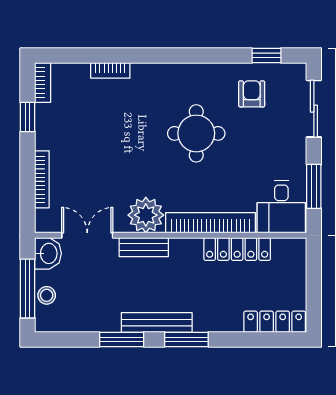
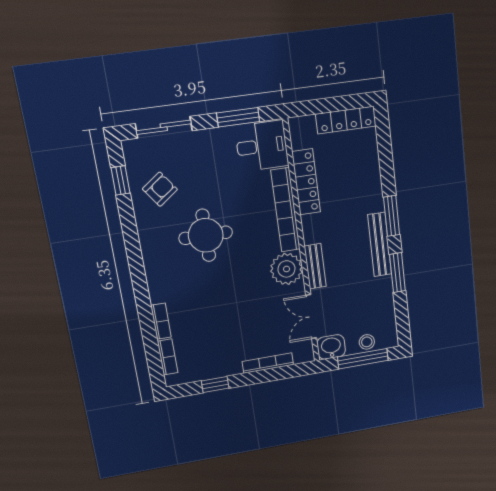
bookcase: (43, 82) -> (168, 357), moved, turned 90
armchair: (252, 94) -> (160, 189), turned 144
locker: (275, 322) -> (346, 120), moved, turned -90

